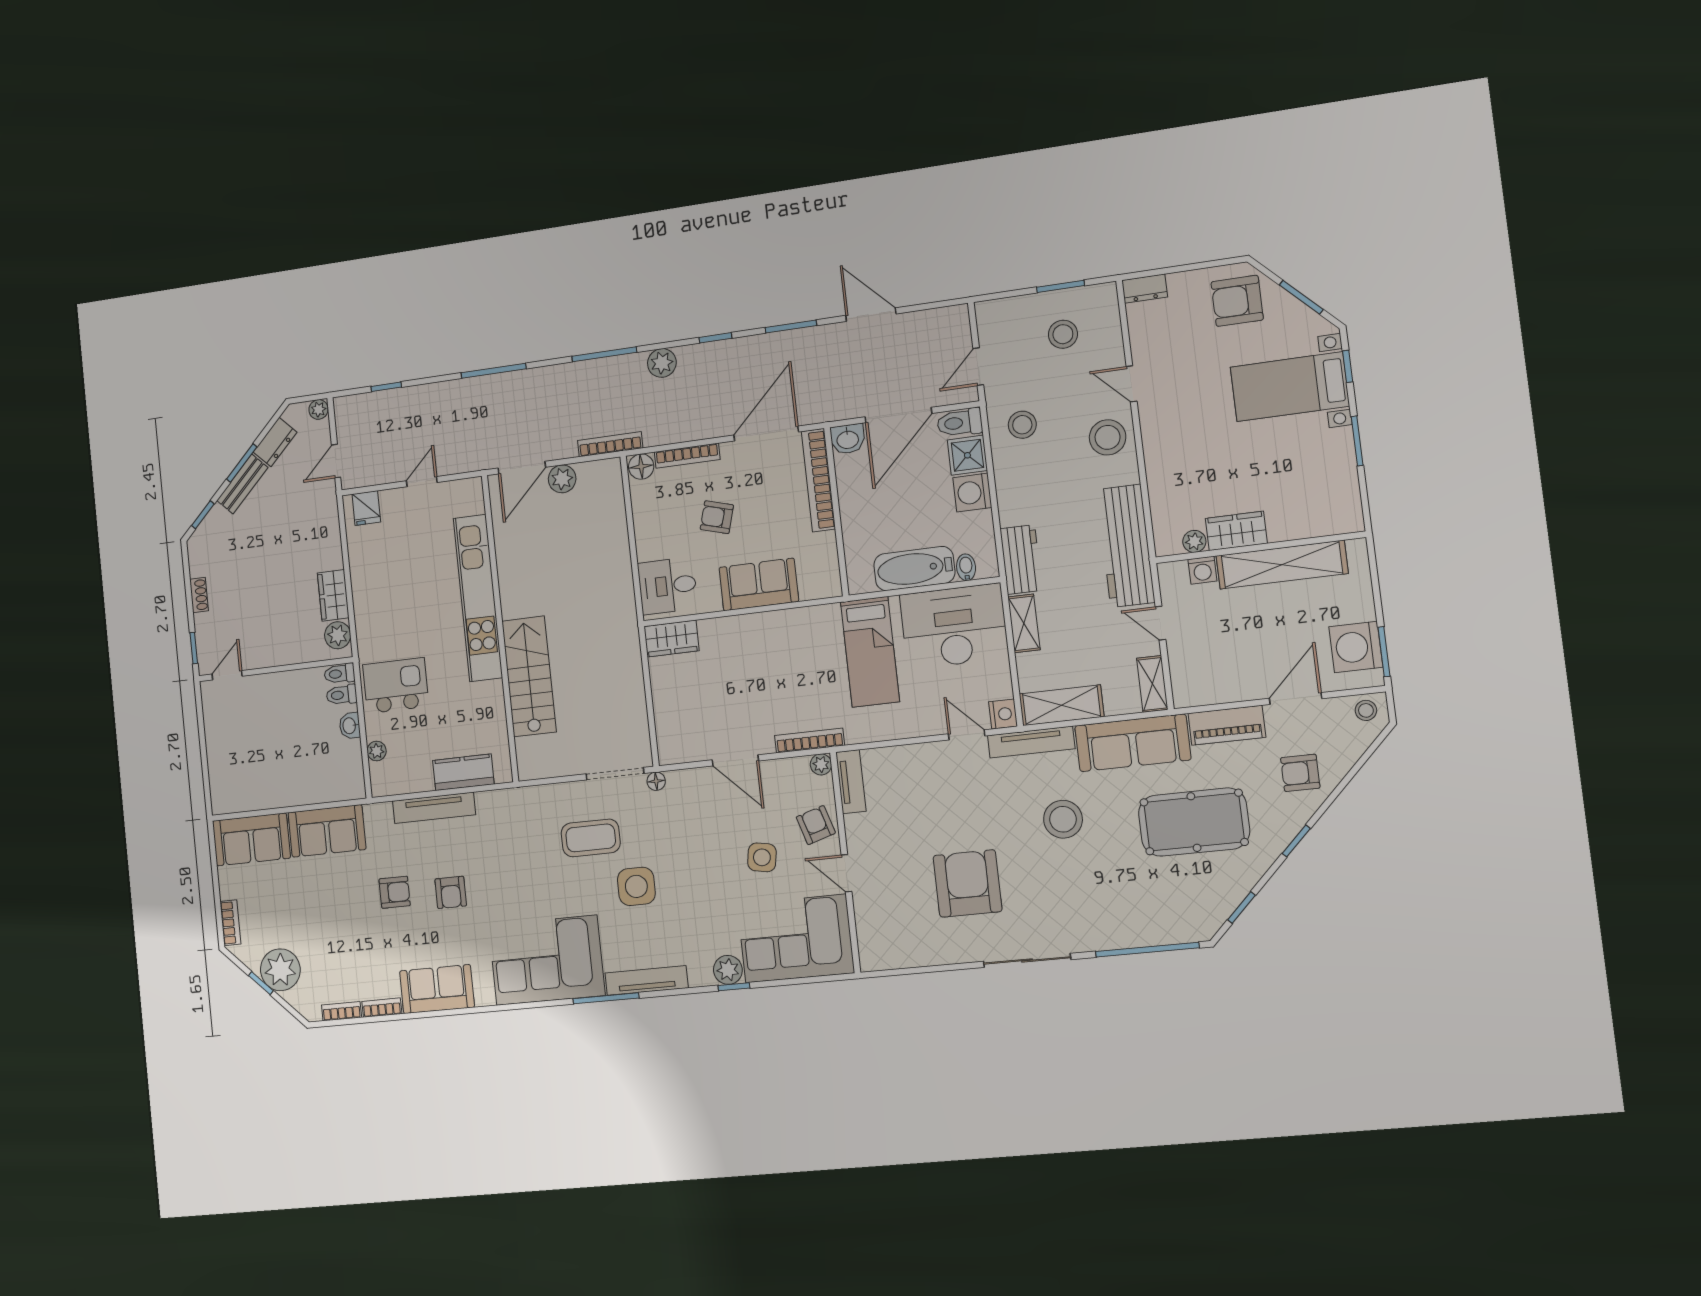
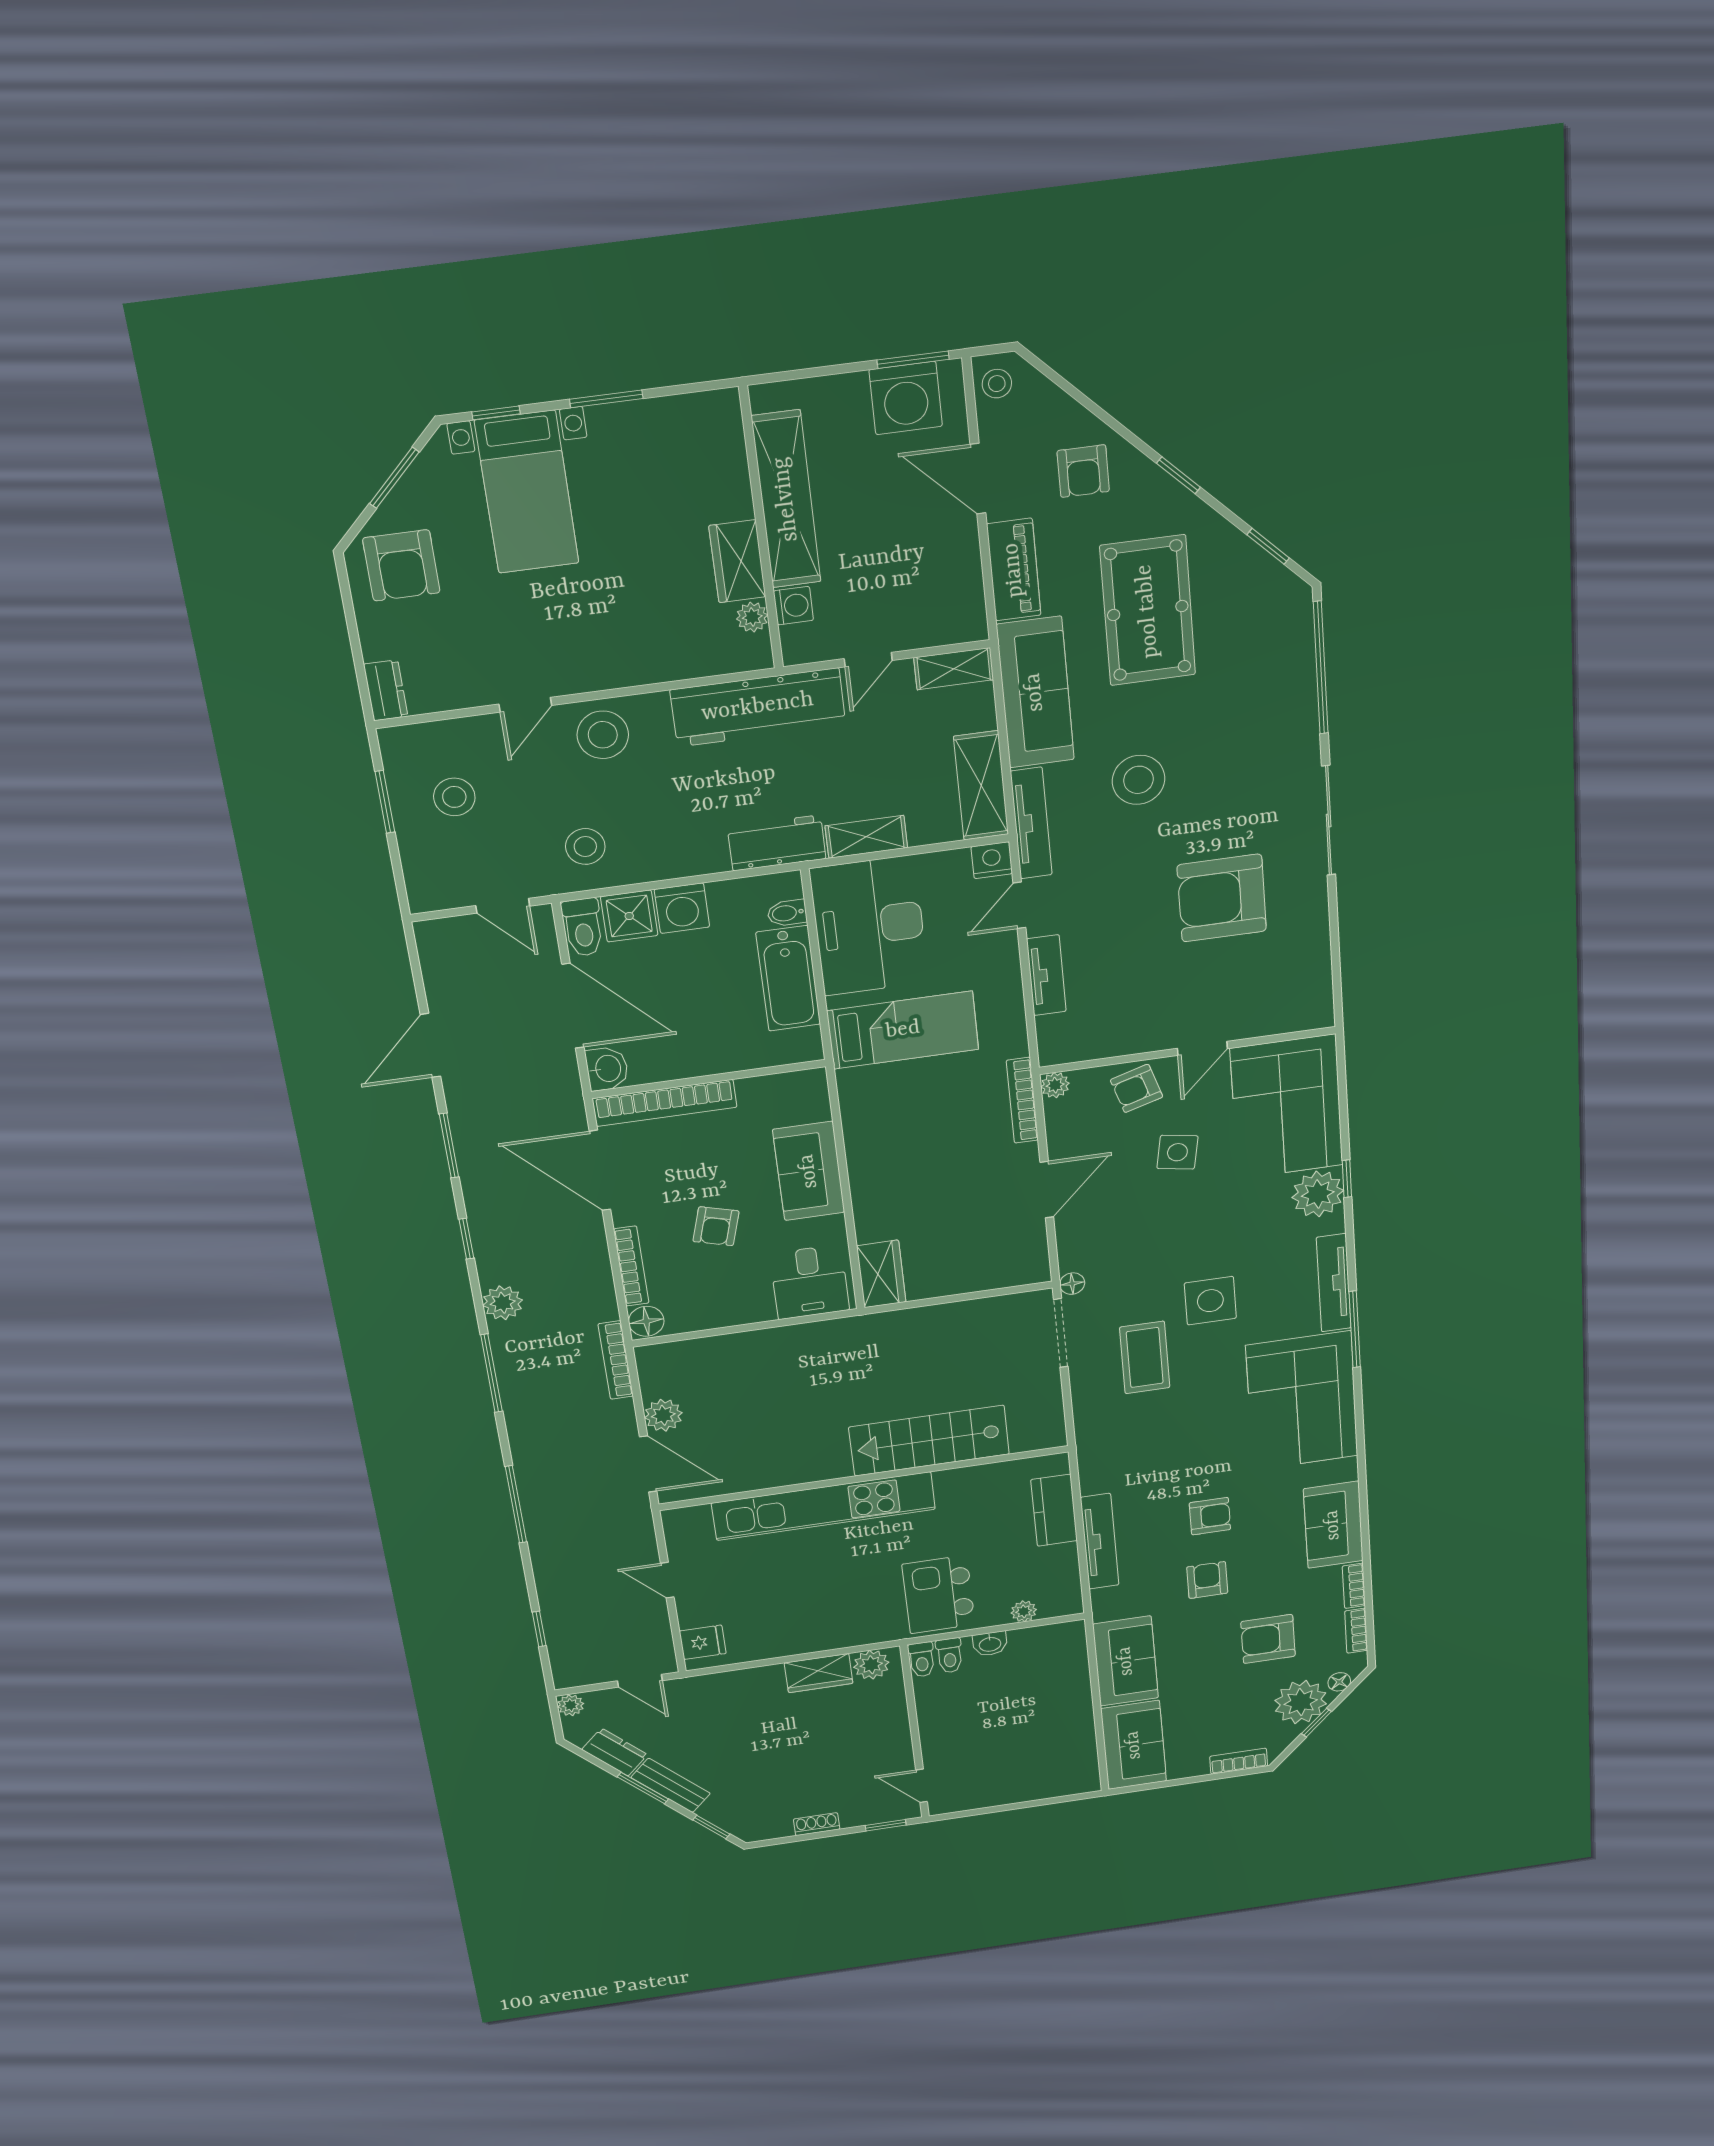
tv unit: (851, 782) -> (1046, 975), moved, turned 90
armchair: (339, 942) -> (1268, 1639), added
plant: (728, 970) -> (1318, 1194), width x1.36, depth x1.36
floor lamp: (296, 1000) -> (1339, 1682), added

